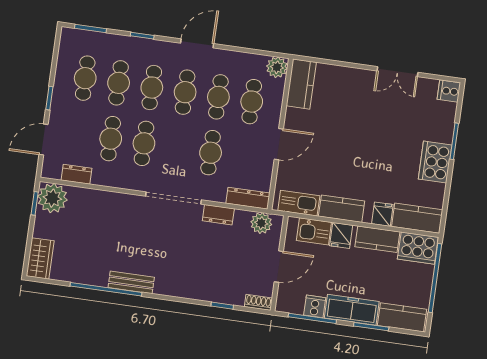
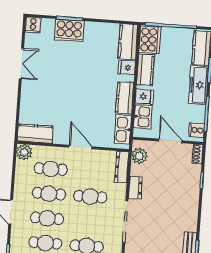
cooker: (435, 162) -> (69, 30), moved
cooker: (315, 306) -> (197, 130), moved

